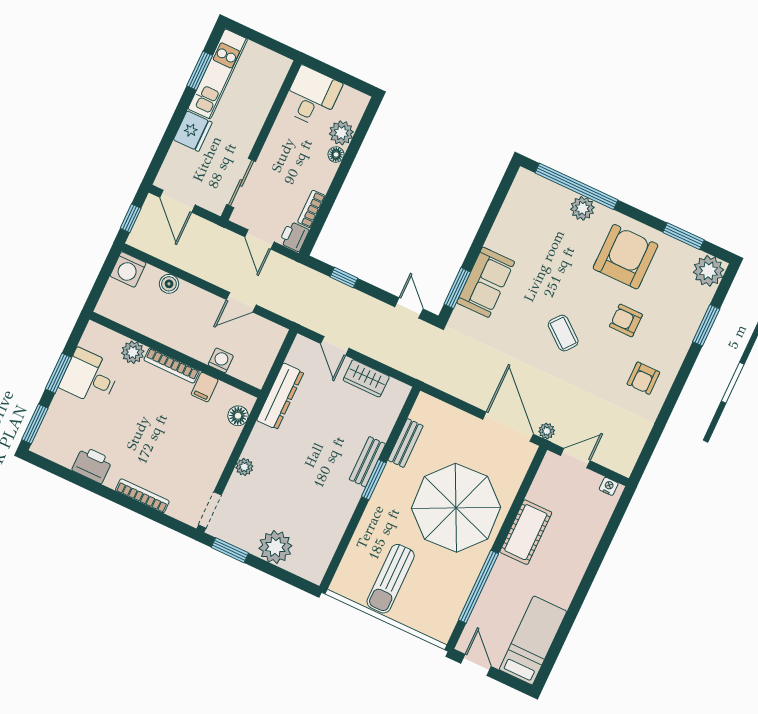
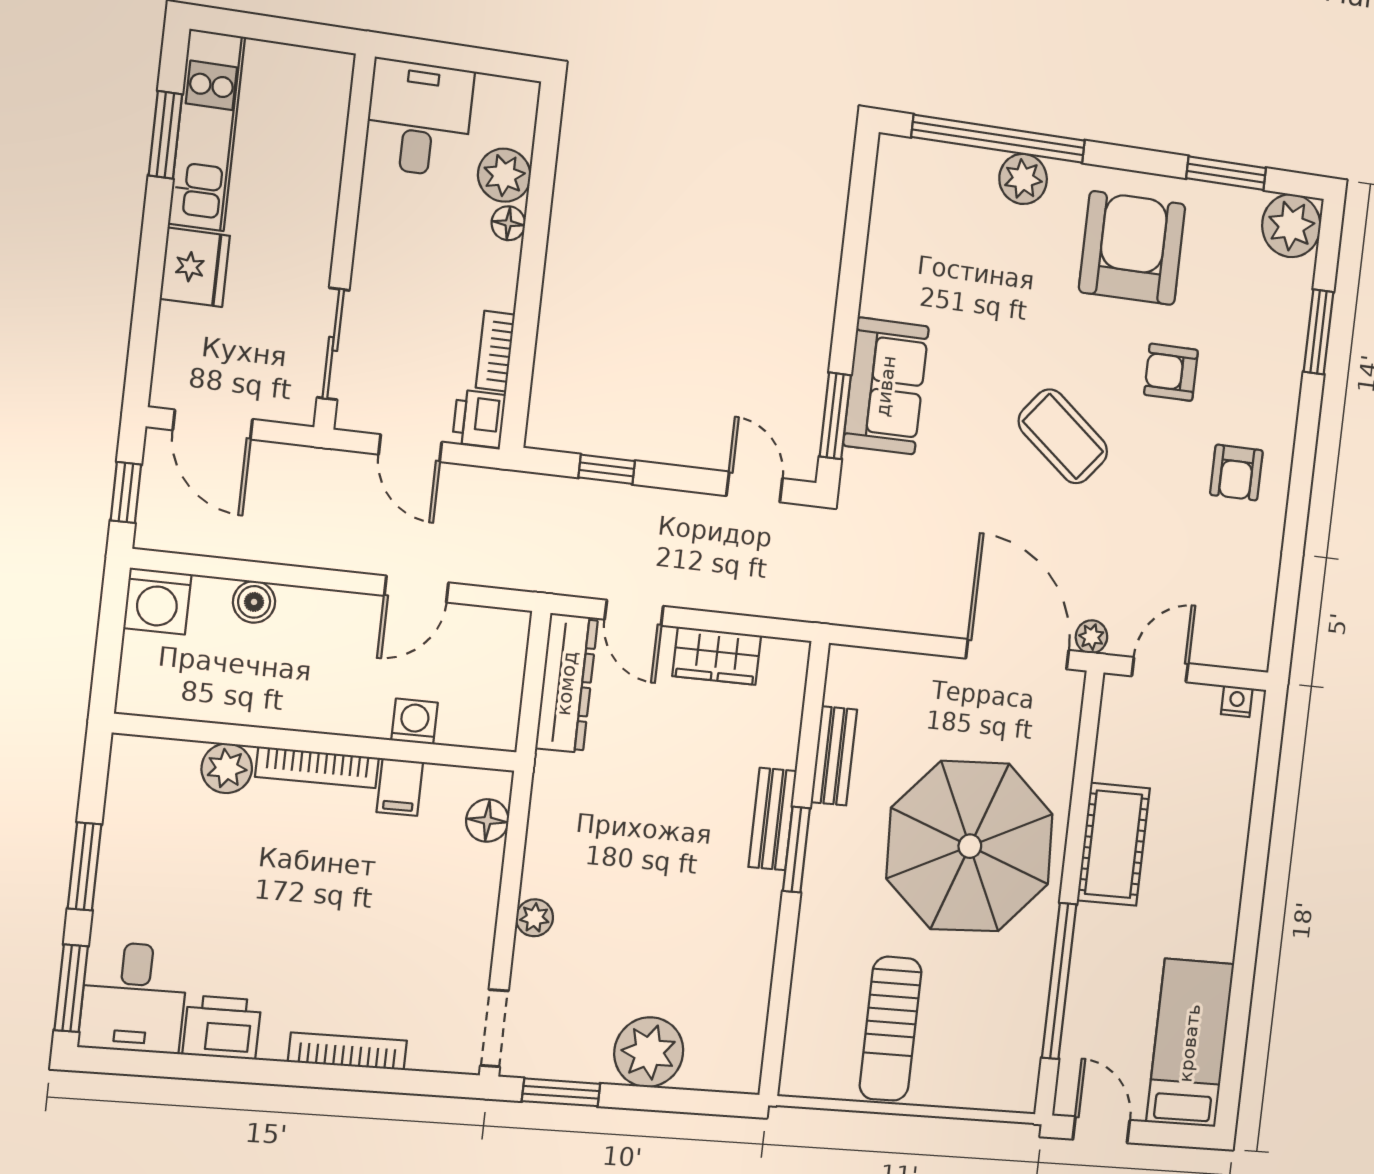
coffee table: (563, 333) -> (1063, 436), width x1.36, depth x1.30
desk: (90, 377) -> (134, 997), moved, turned -90
dresser: (280, 396) -> (567, 683), moved

